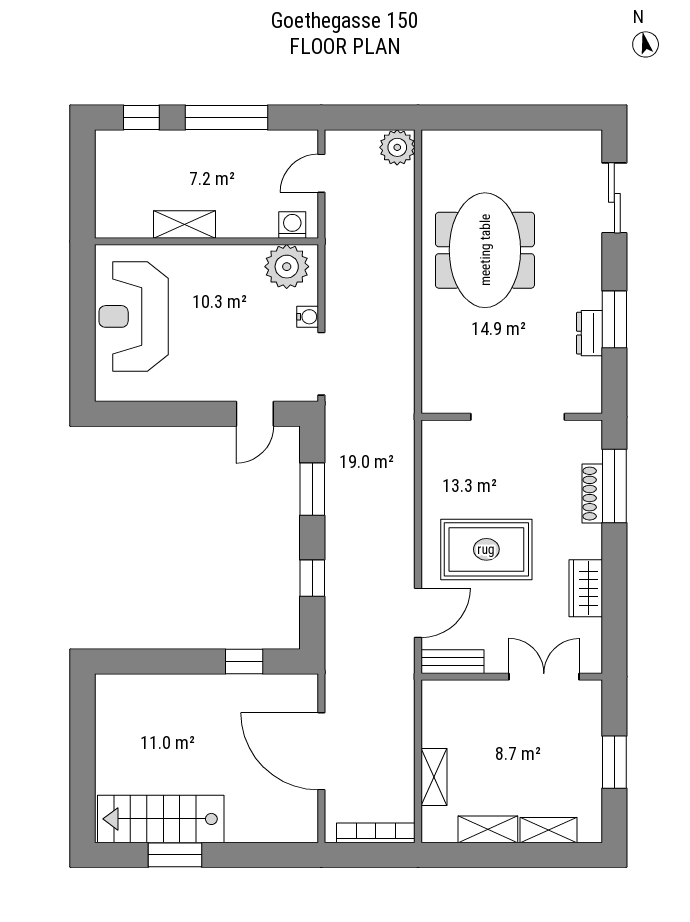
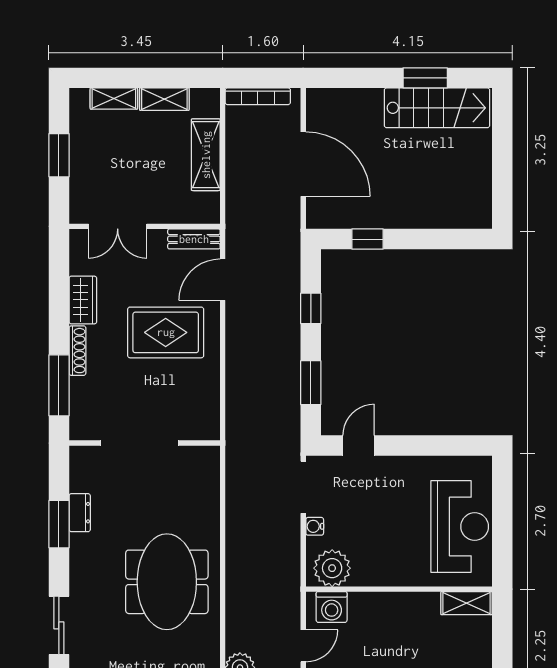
shelving: (184, 225) -> (466, 603), moved
washing machine: (292, 225) -> (332, 607), width x1.38, depth x1.38
shoe rack: (592, 494) -> (77, 351), moved
shelving: (434, 777) -> (206, 155), width x1.50, depth x1.33

